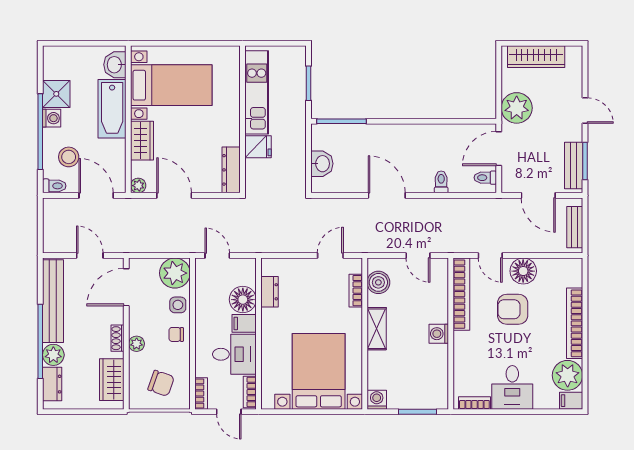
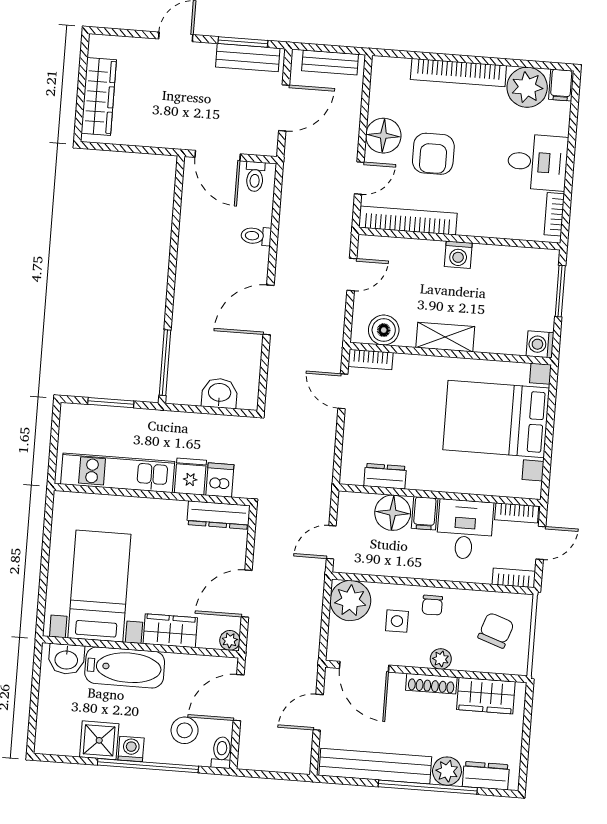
plant: (517, 108) -> (165, 128), removed
dishwasher: (257, 169) -> (220, 480), added
bookcase: (356, 291) -> (371, 359), moved
side table: (178, 305) -> (397, 621), moved
shoe rack: (118, 338) -> (431, 684), width x1.43

